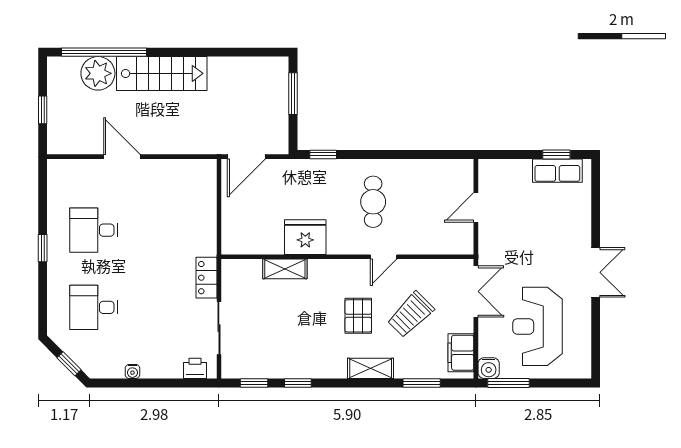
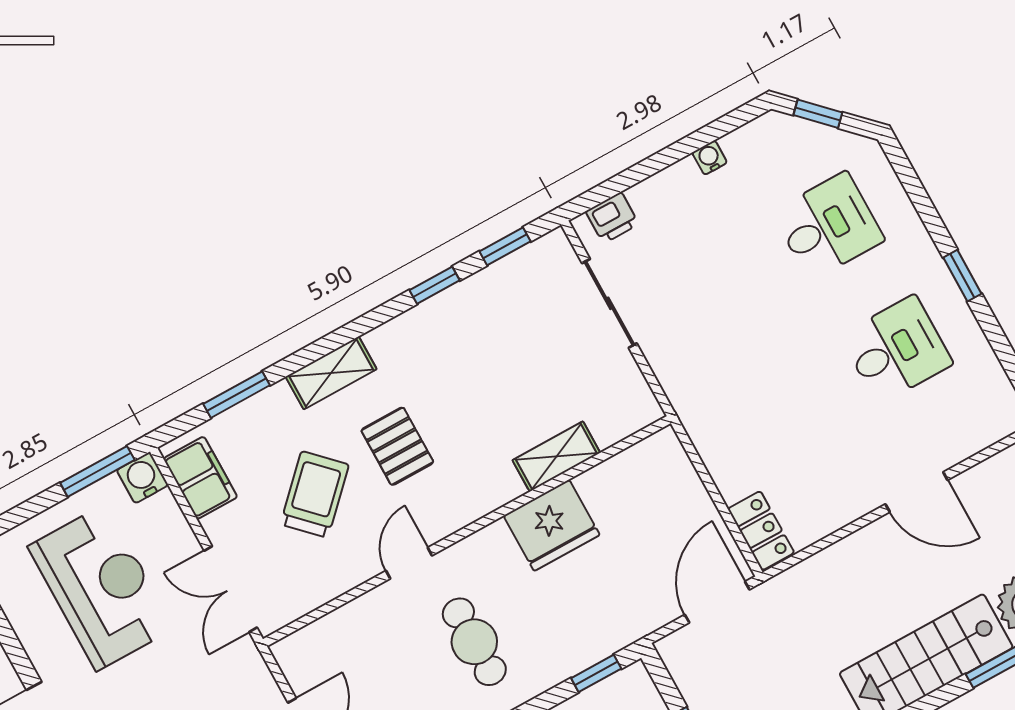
locker: (206, 278) -> (761, 531), moved

